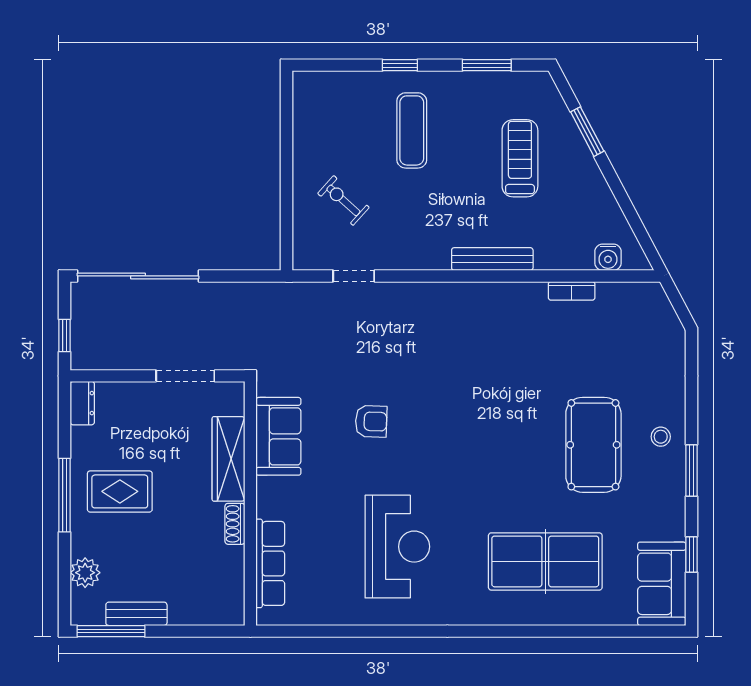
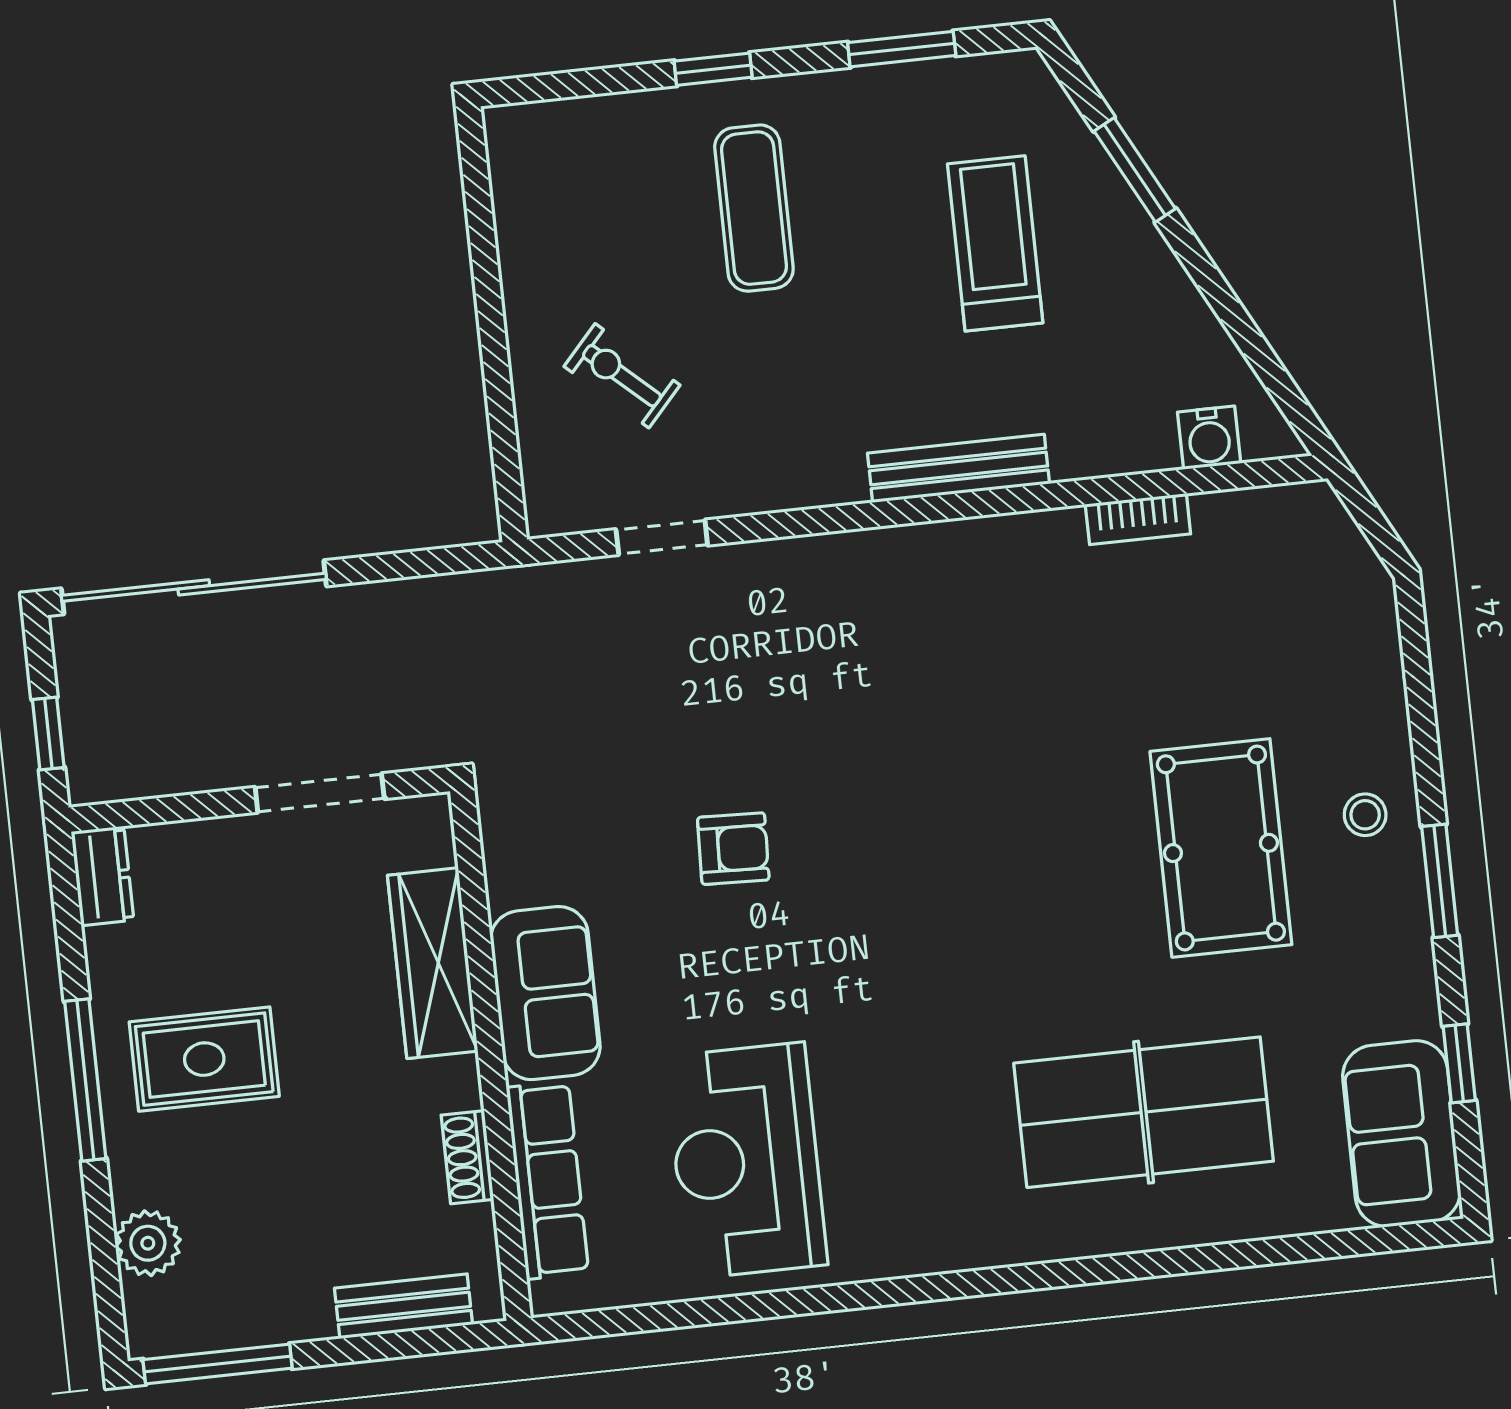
sofa: (278, 436) -> (545, 993), moved
shoe rack: (235, 524) -> (467, 1157), moved
reception desk: (397, 547) -> (746, 1161), moved, turned 180
bench: (136, 614) -> (404, 1306), moved

